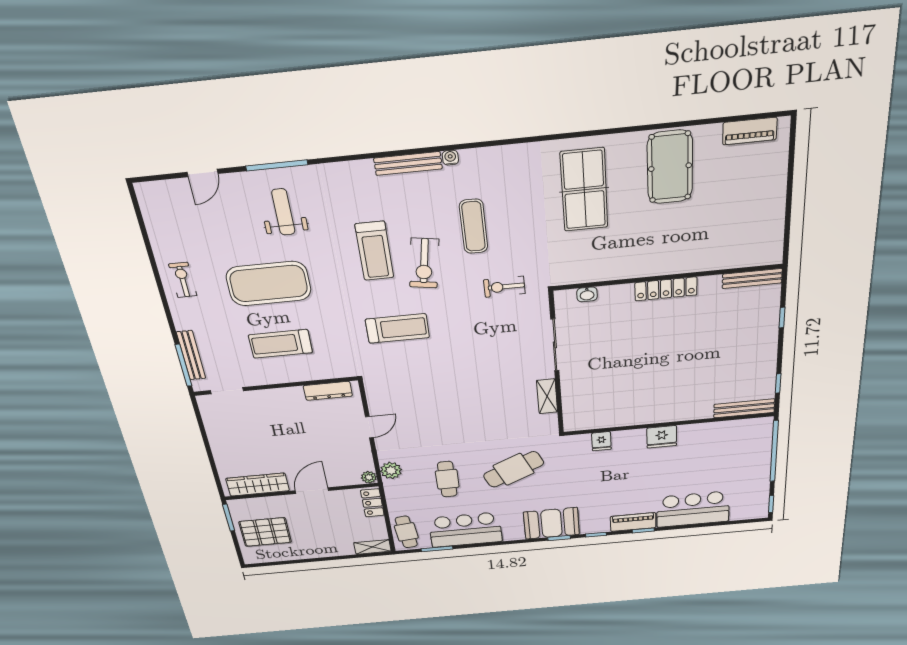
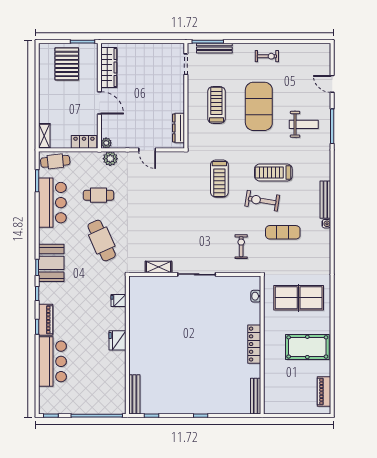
wall: (667, 277) -> (262, 345), moved
bench: (752, 279) -> (256, 396), moved
locker: (666, 289) -> (254, 344), moved
washbasin: (587, 294) -> (256, 296), moved

